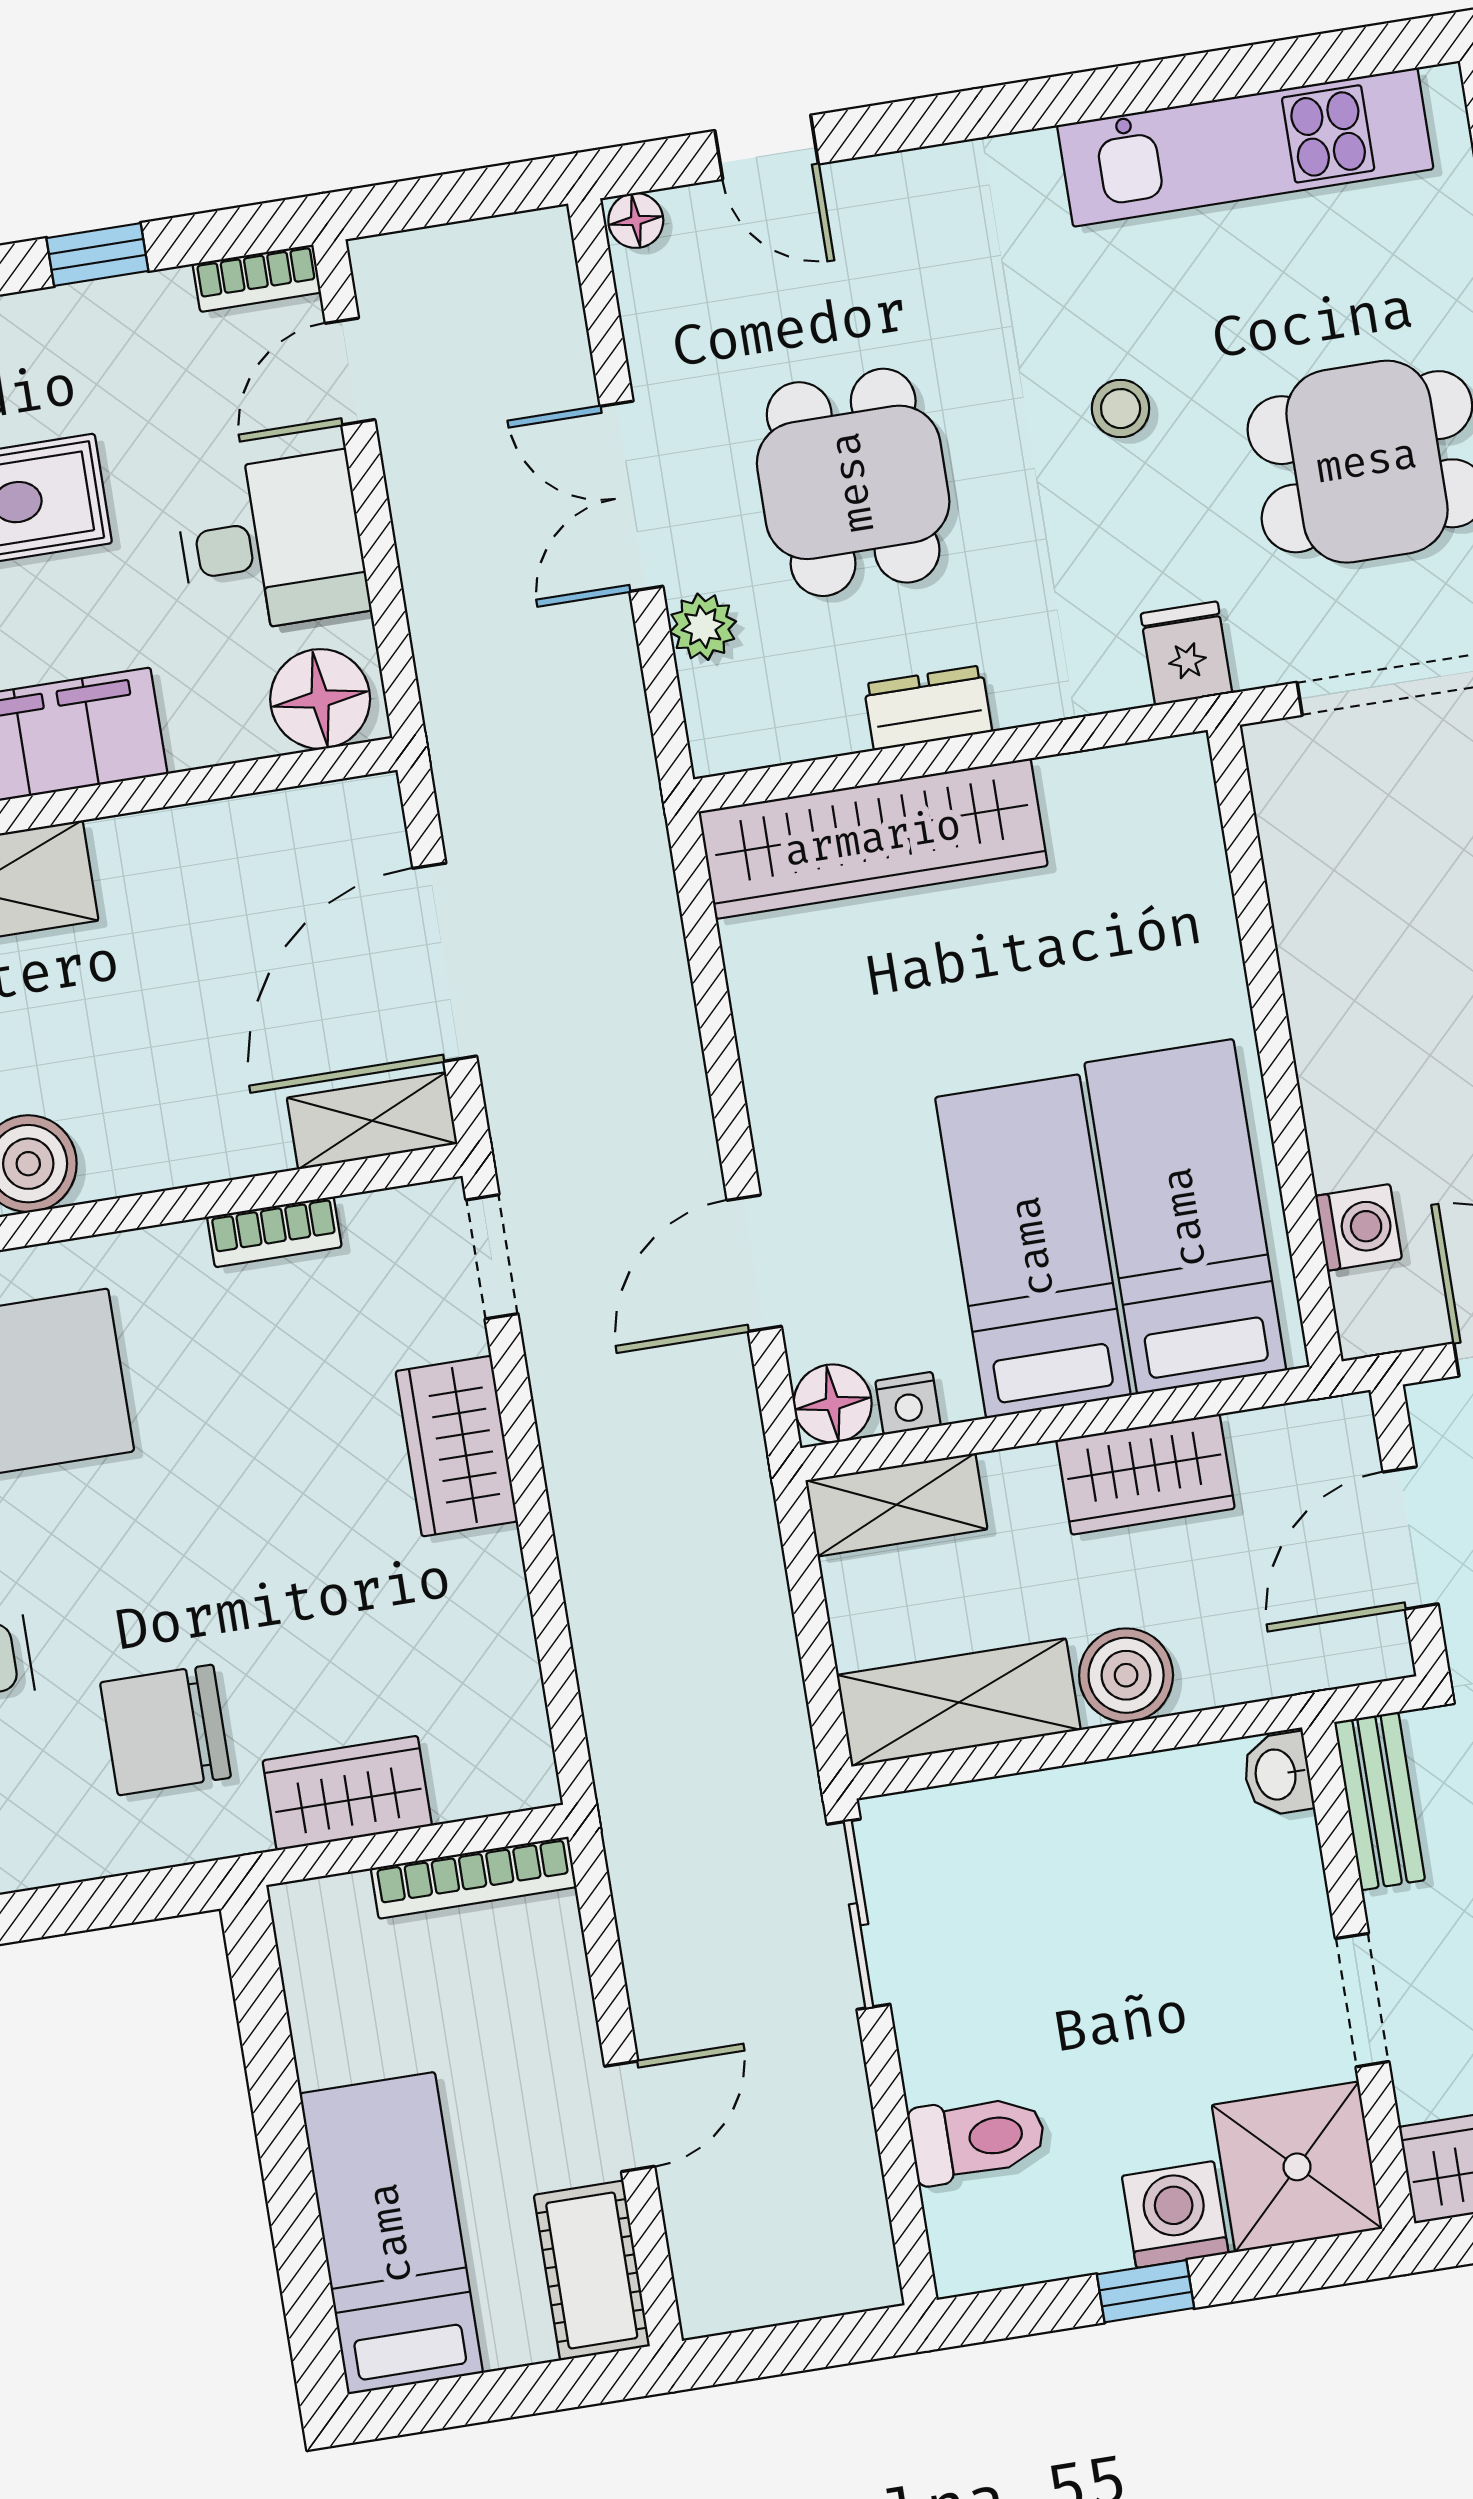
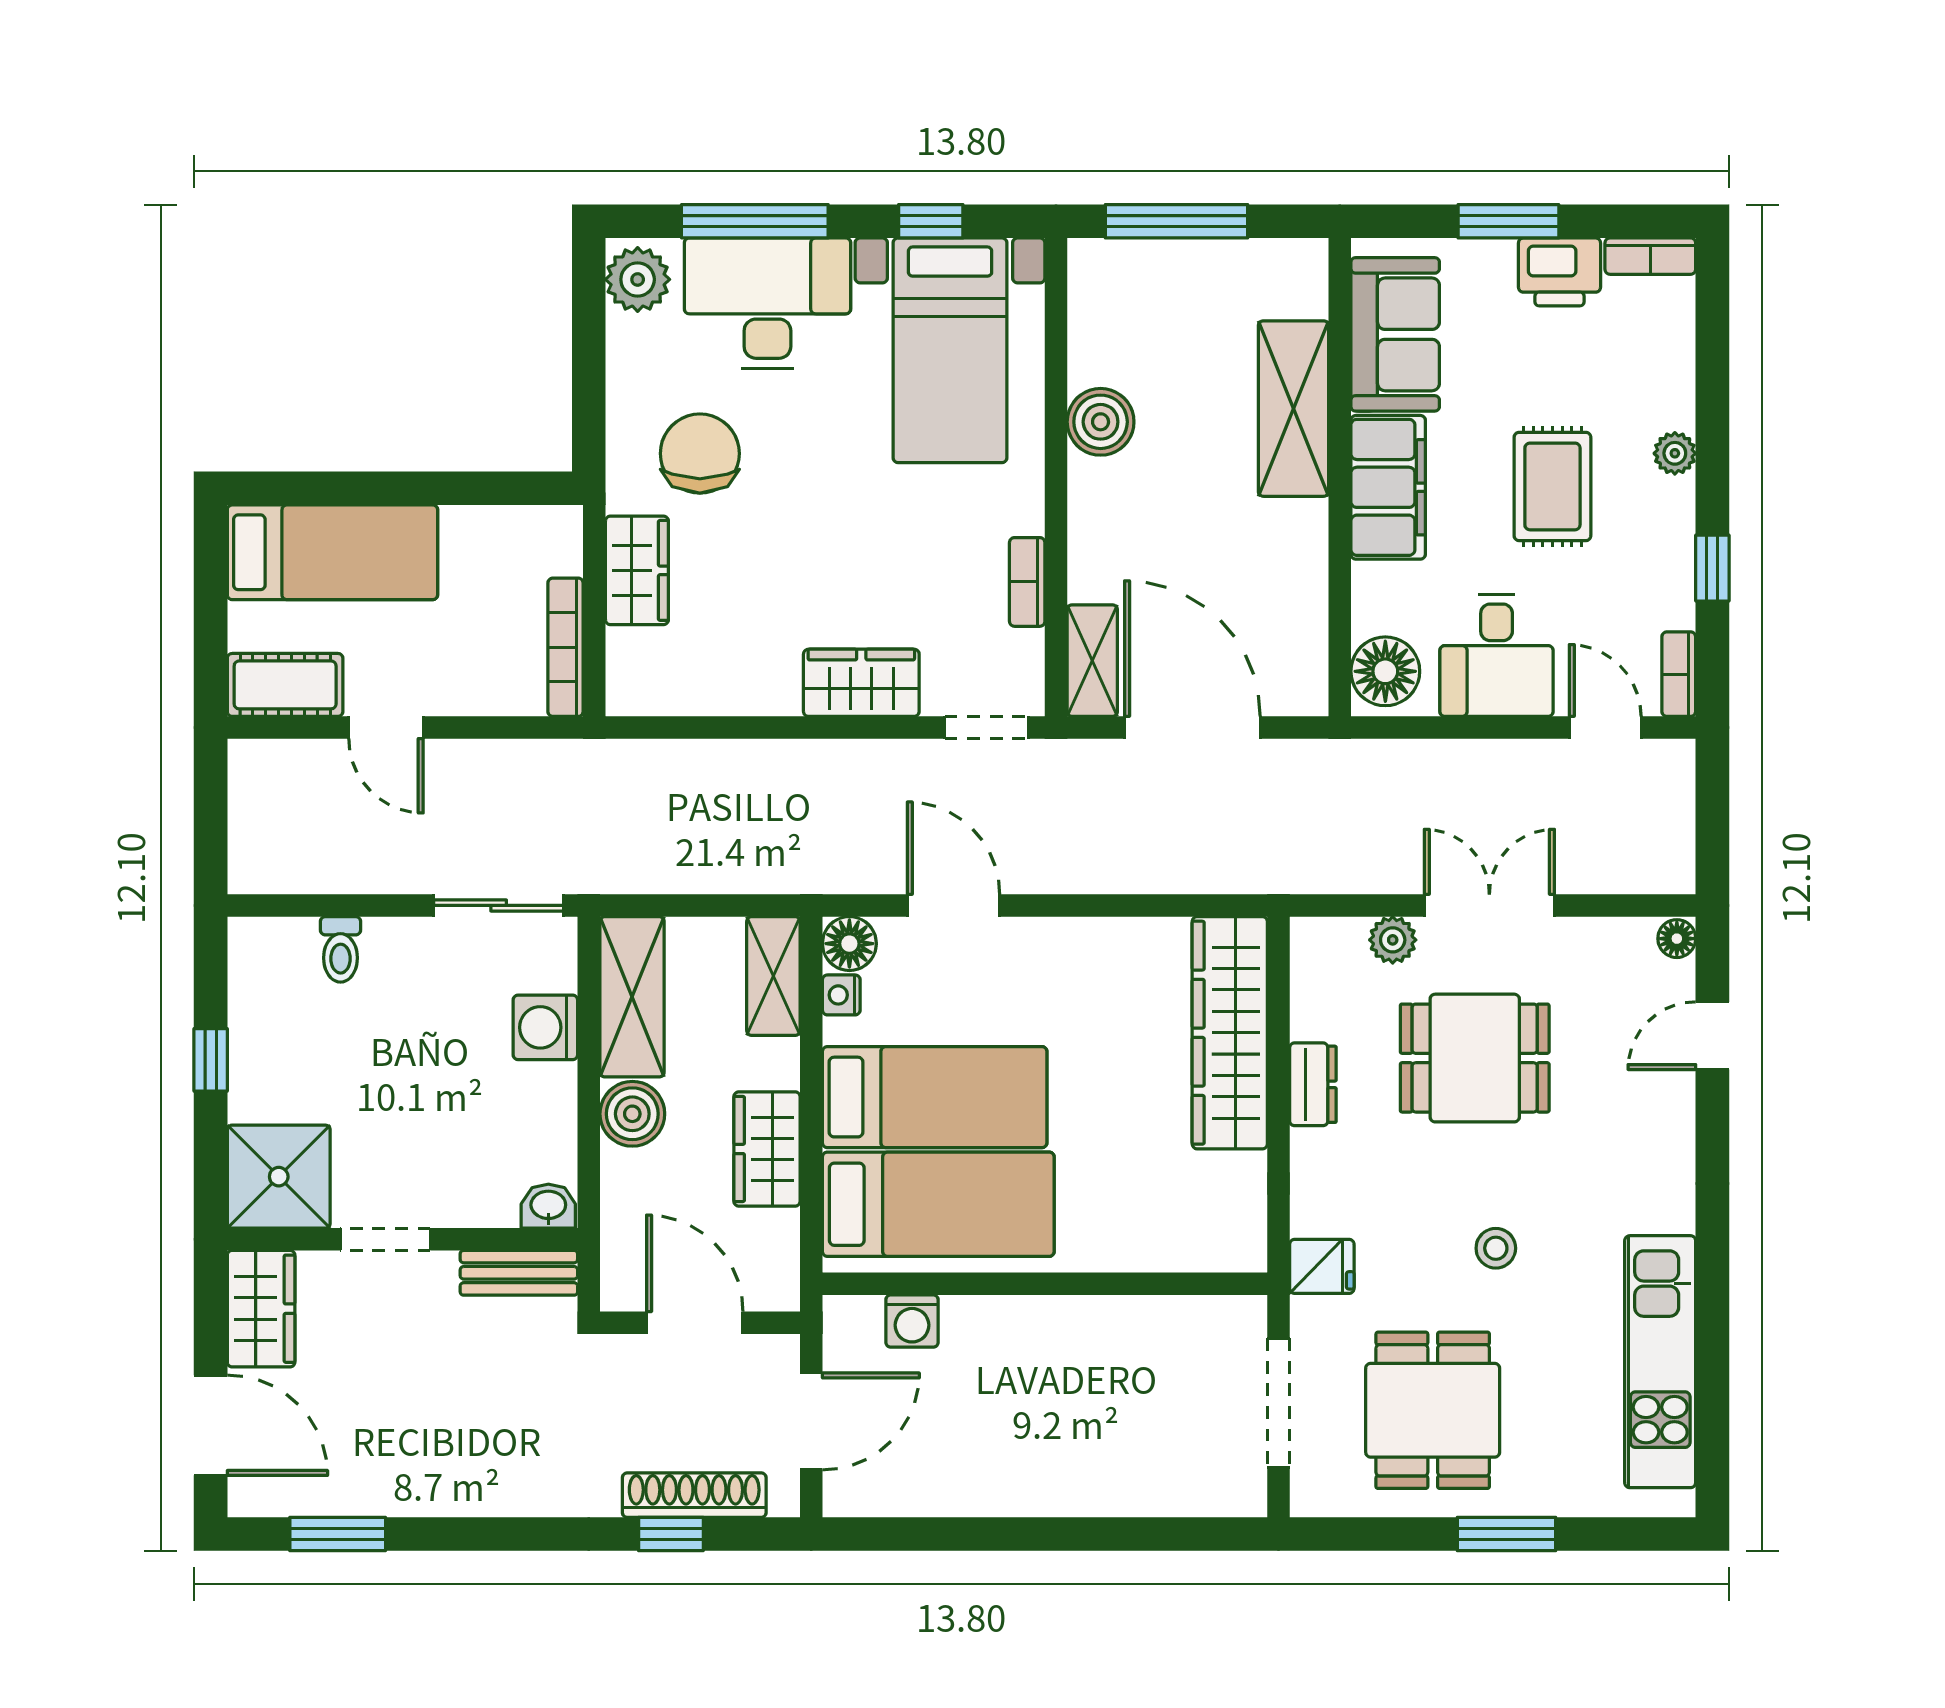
toilet: (977, 2138) -> (341, 949), width x0.73, depth x0.72
washing machine: (1175, 2215) -> (545, 1027), moved, turned 180

